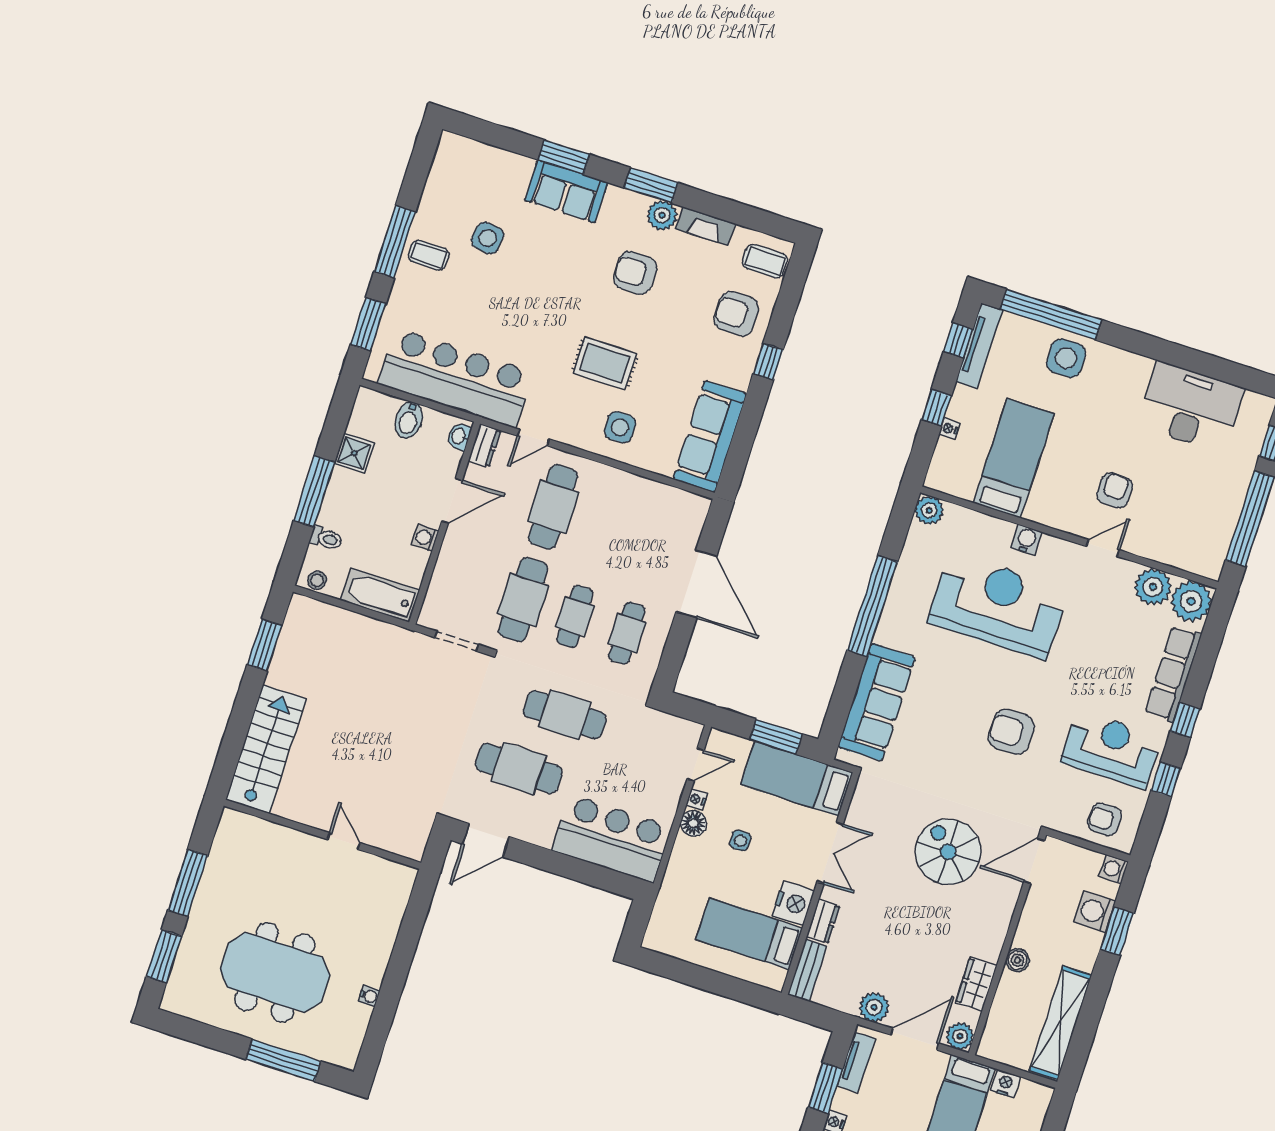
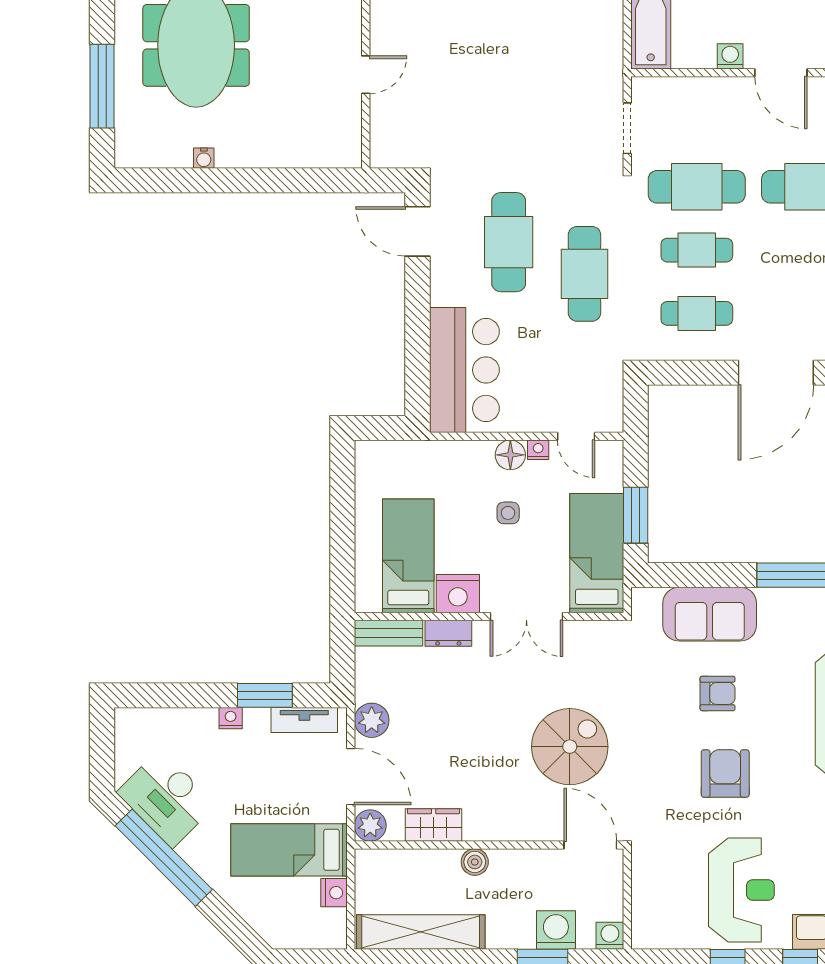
sofa: (877, 702) -> (710, 614), width x0.73
armchair: (1105, 819) -> (718, 693), moved, turned 90

